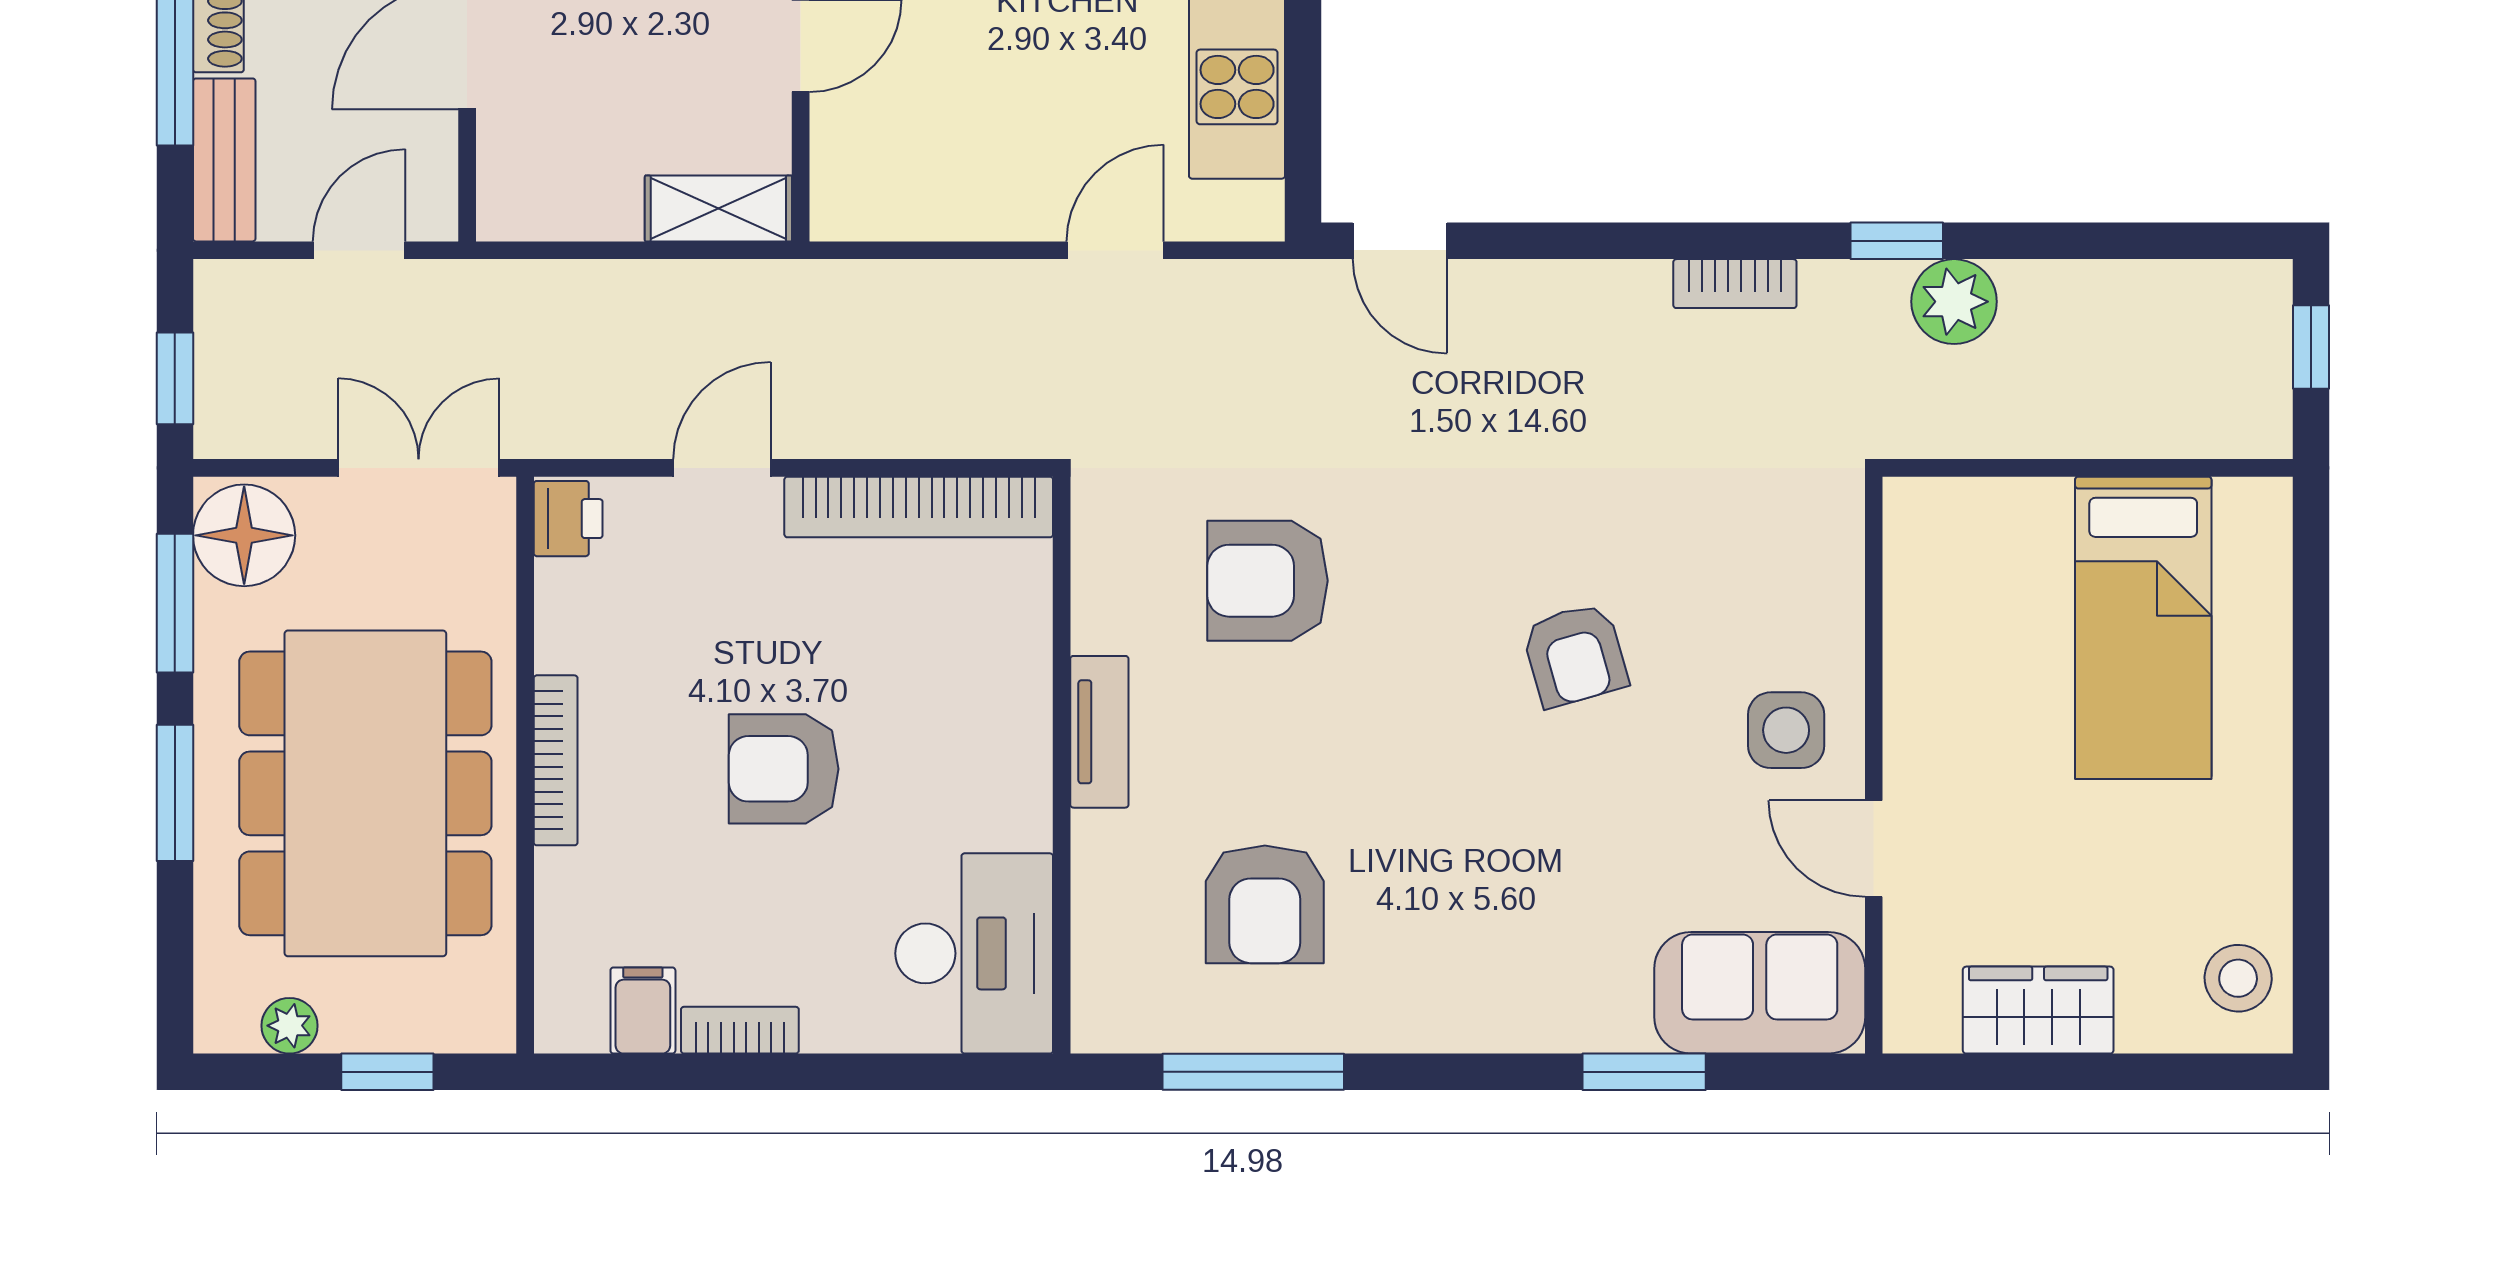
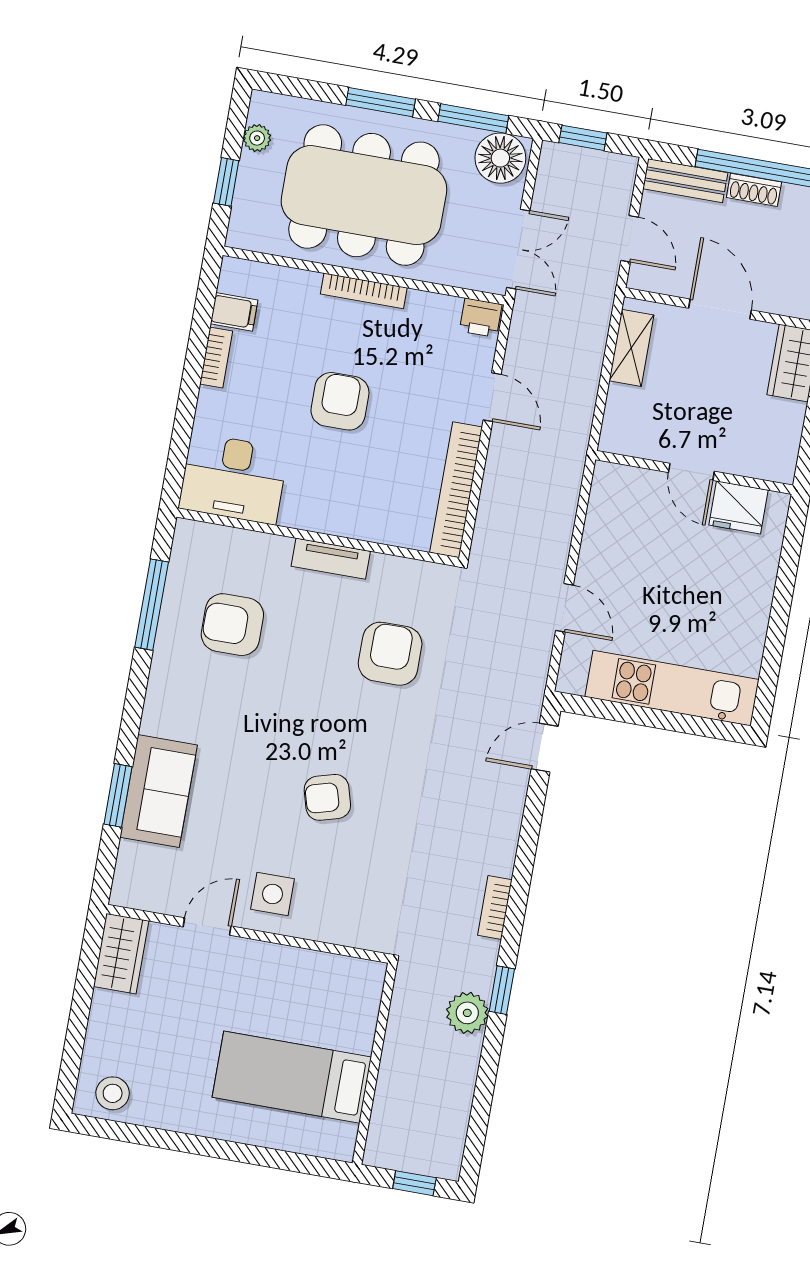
shelving: (718, 208) -> (631, 348), moved
sofa: (1760, 993) -> (159, 791), moved
wardrobe: (2038, 1010) -> (121, 954), moved

